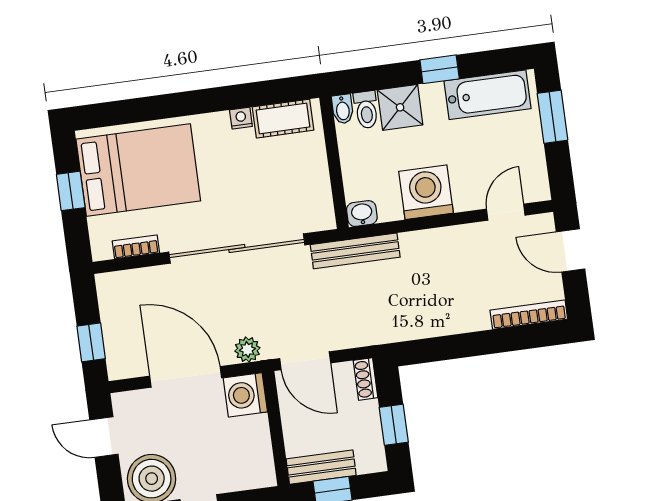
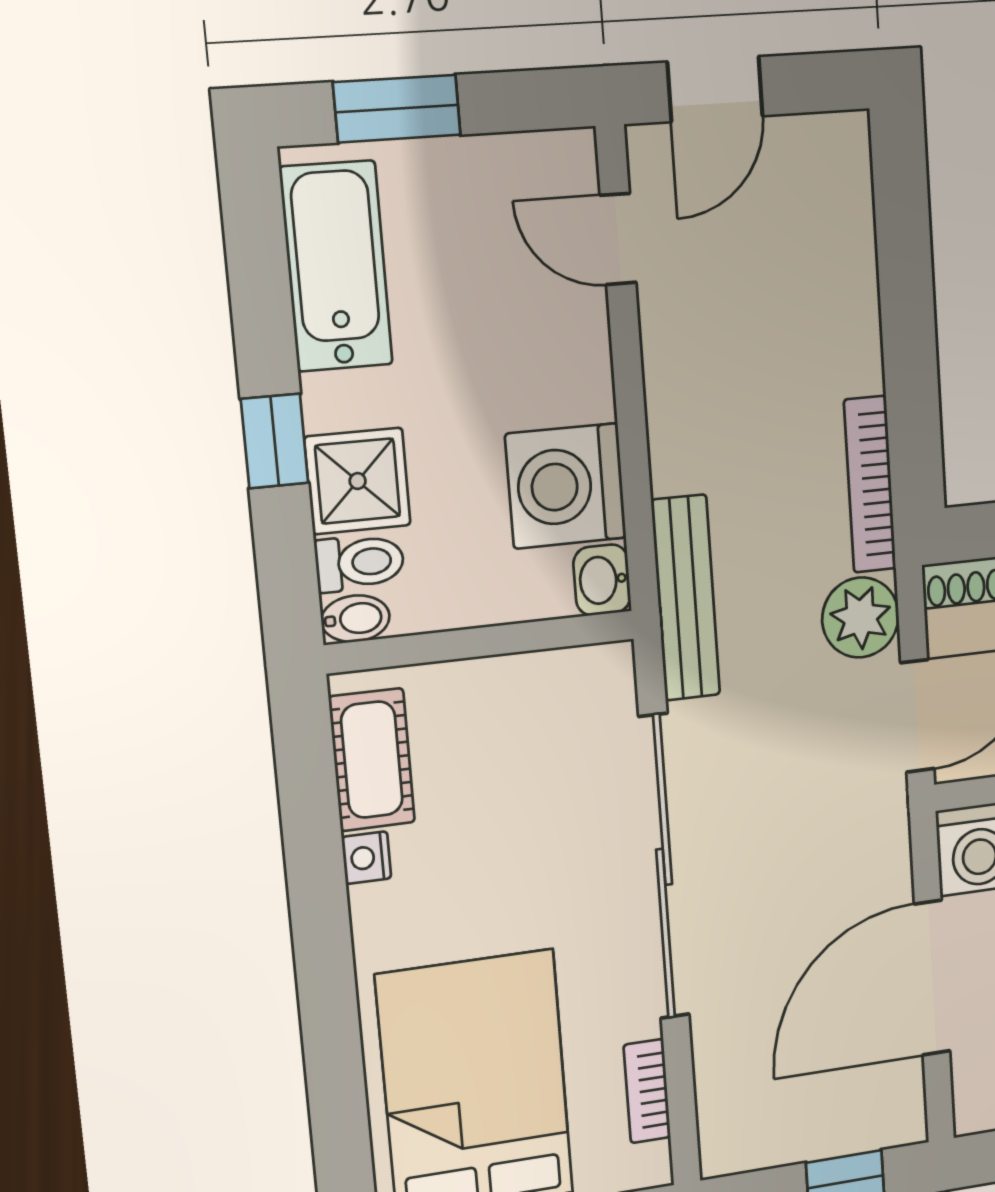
window: (440, 69) -> (275, 441), moved
washing machine: (426, 192) -> (566, 486), moved
bookcase: (529, 315) -> (870, 484), moved
plant: (247, 349) -> (861, 617), moved, width x1.38, depth x1.38

